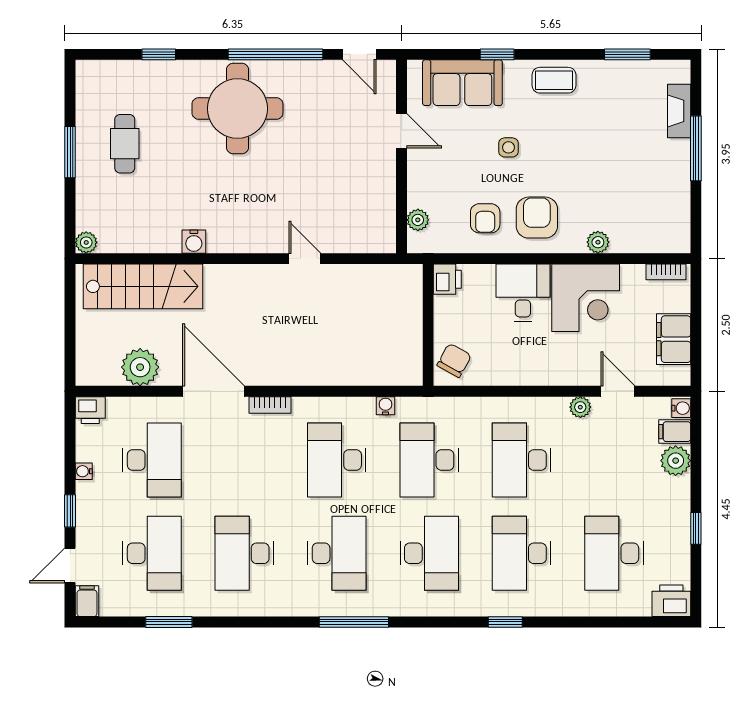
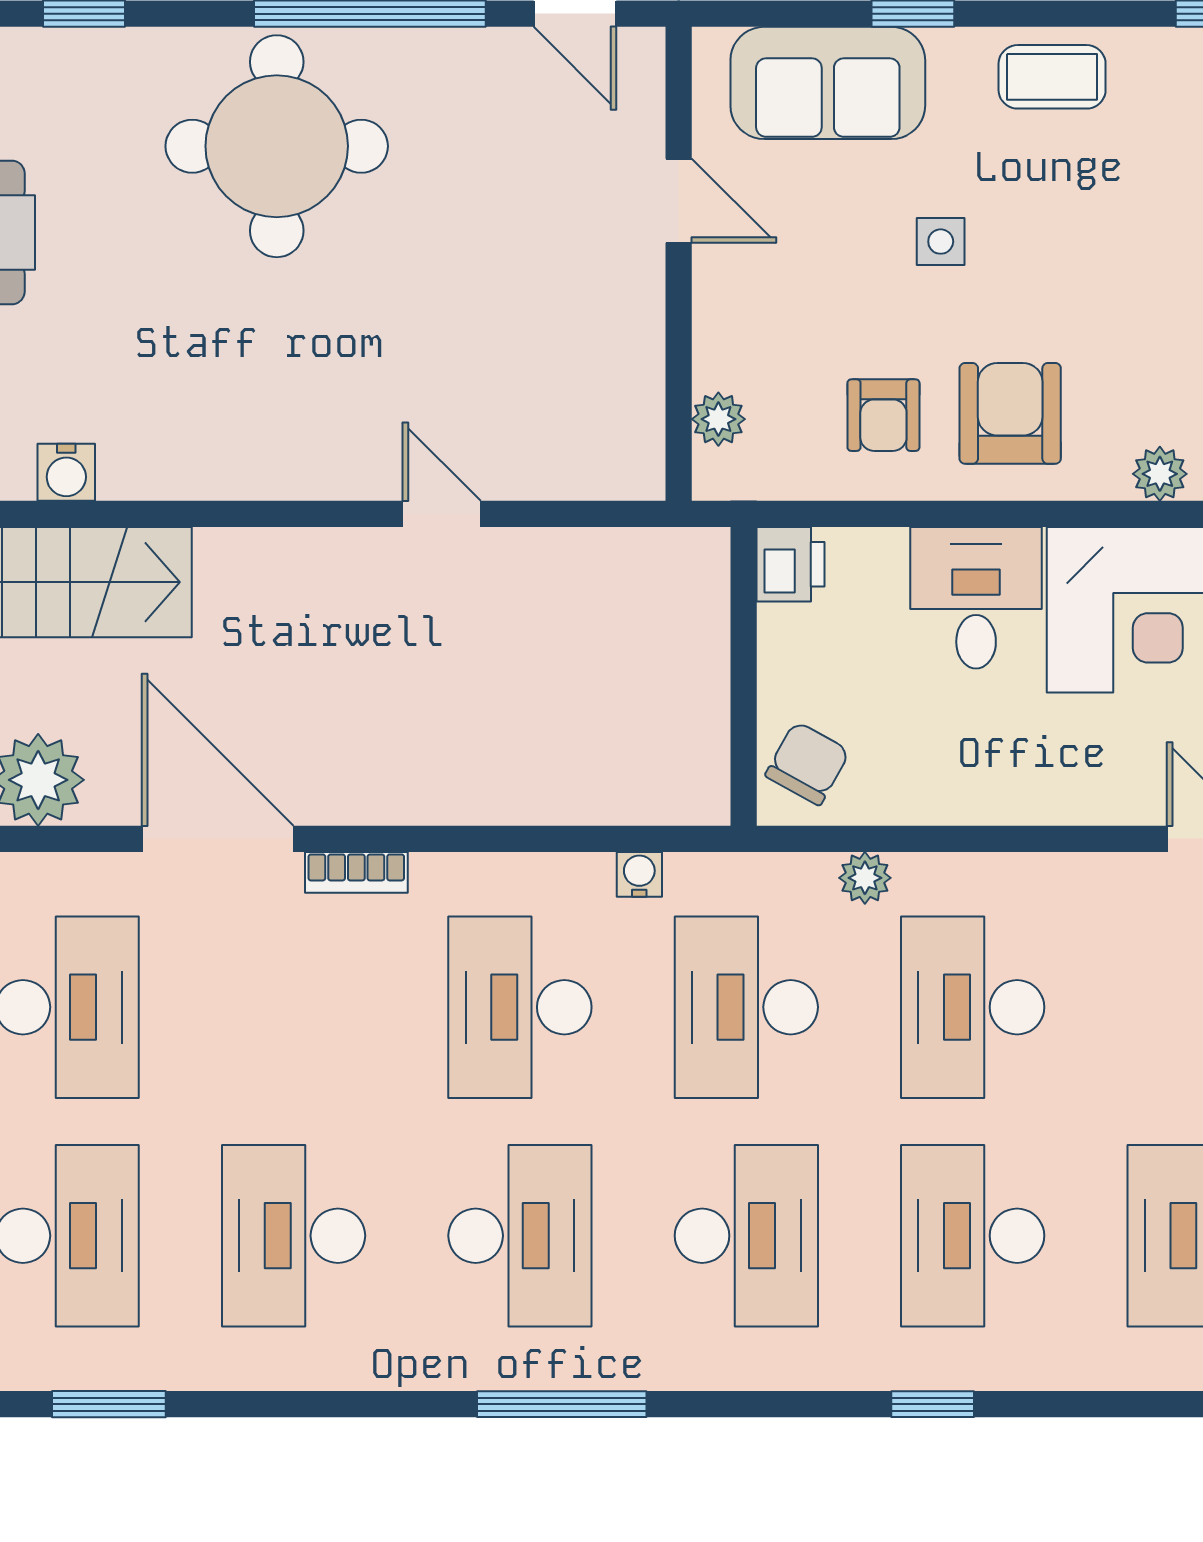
water cooler: (194, 242) -> (66, 472), moved
plant: (580, 407) -> (865, 878), moved

